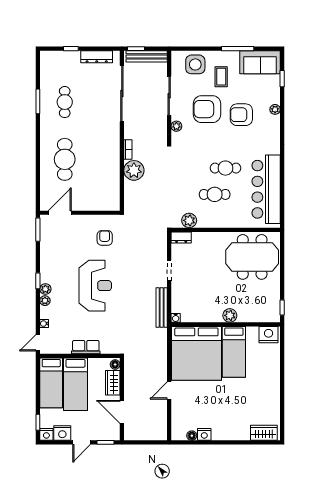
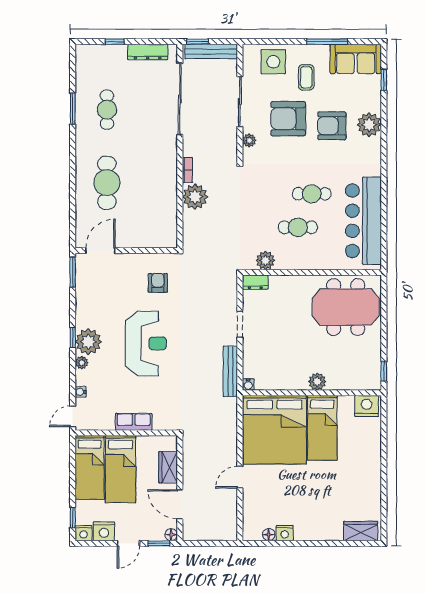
plant: (275, 109) -> (369, 125), width x1.88, depth x1.88
plant: (45, 289) -> (88, 342), width x1.87, depth x1.87
floor lamp: (115, 364) -> (171, 535), moved

